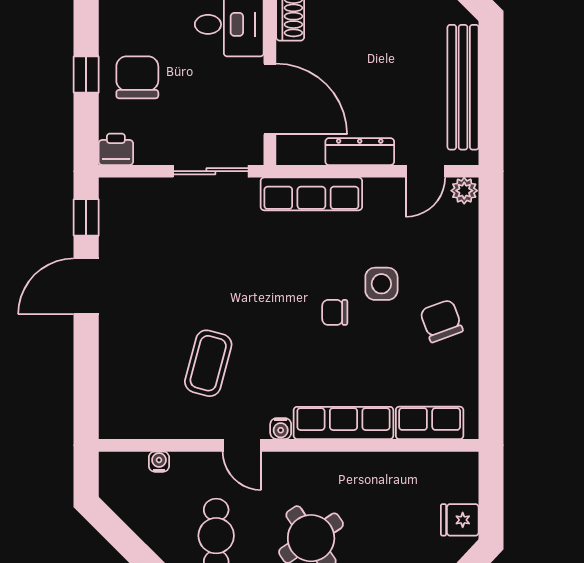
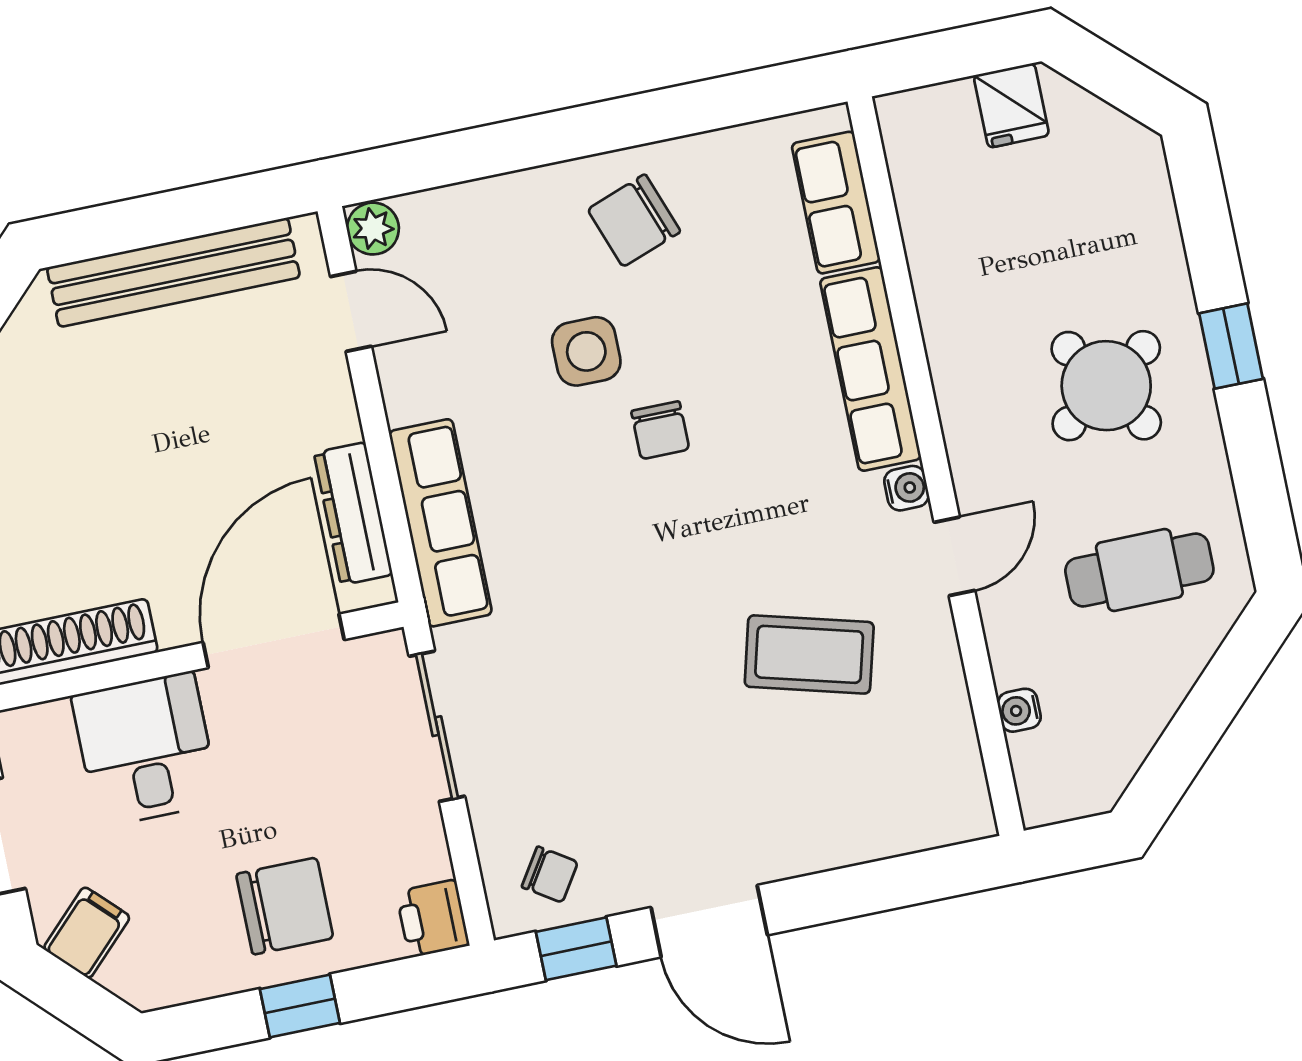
chair: (137, 77) -> (285, 906), turned 180
dresser: (360, 152) -> (353, 514), moved
chair: (126, 212) -> (550, 874), added

